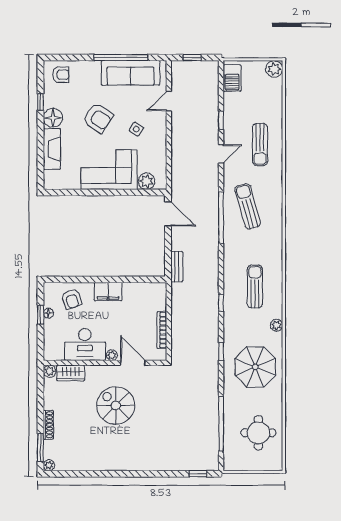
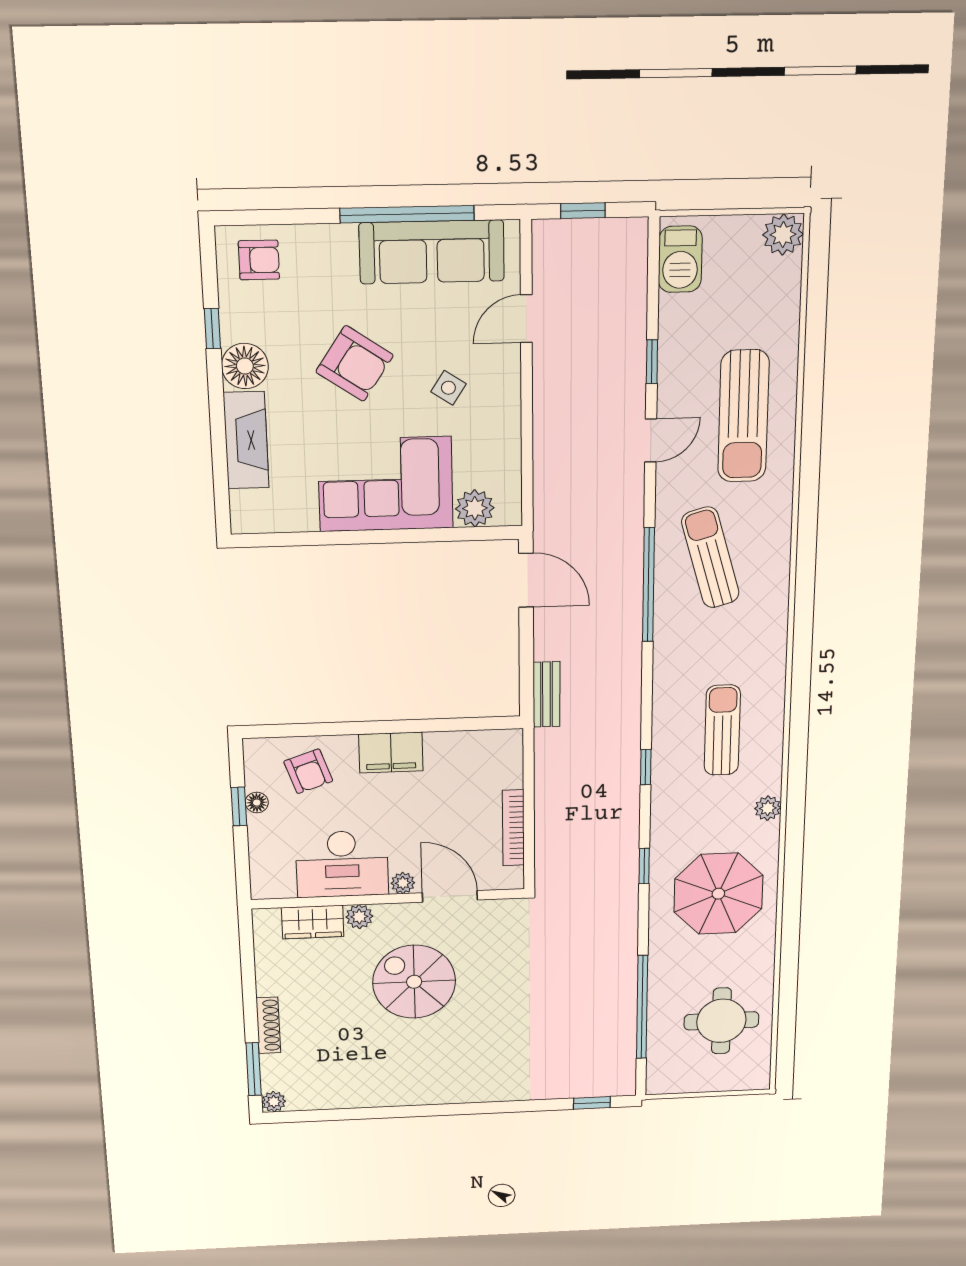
sun lounger: (260, 144) -> (743, 416), width x1.36, depth x1.34
plant: (50, 371) -> (359, 917), moved

